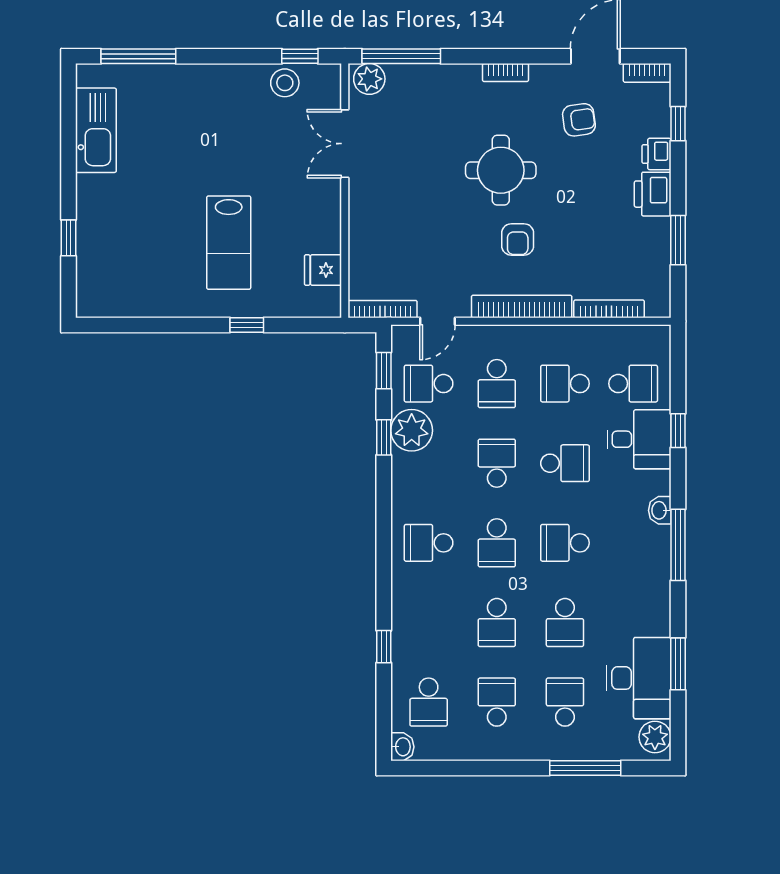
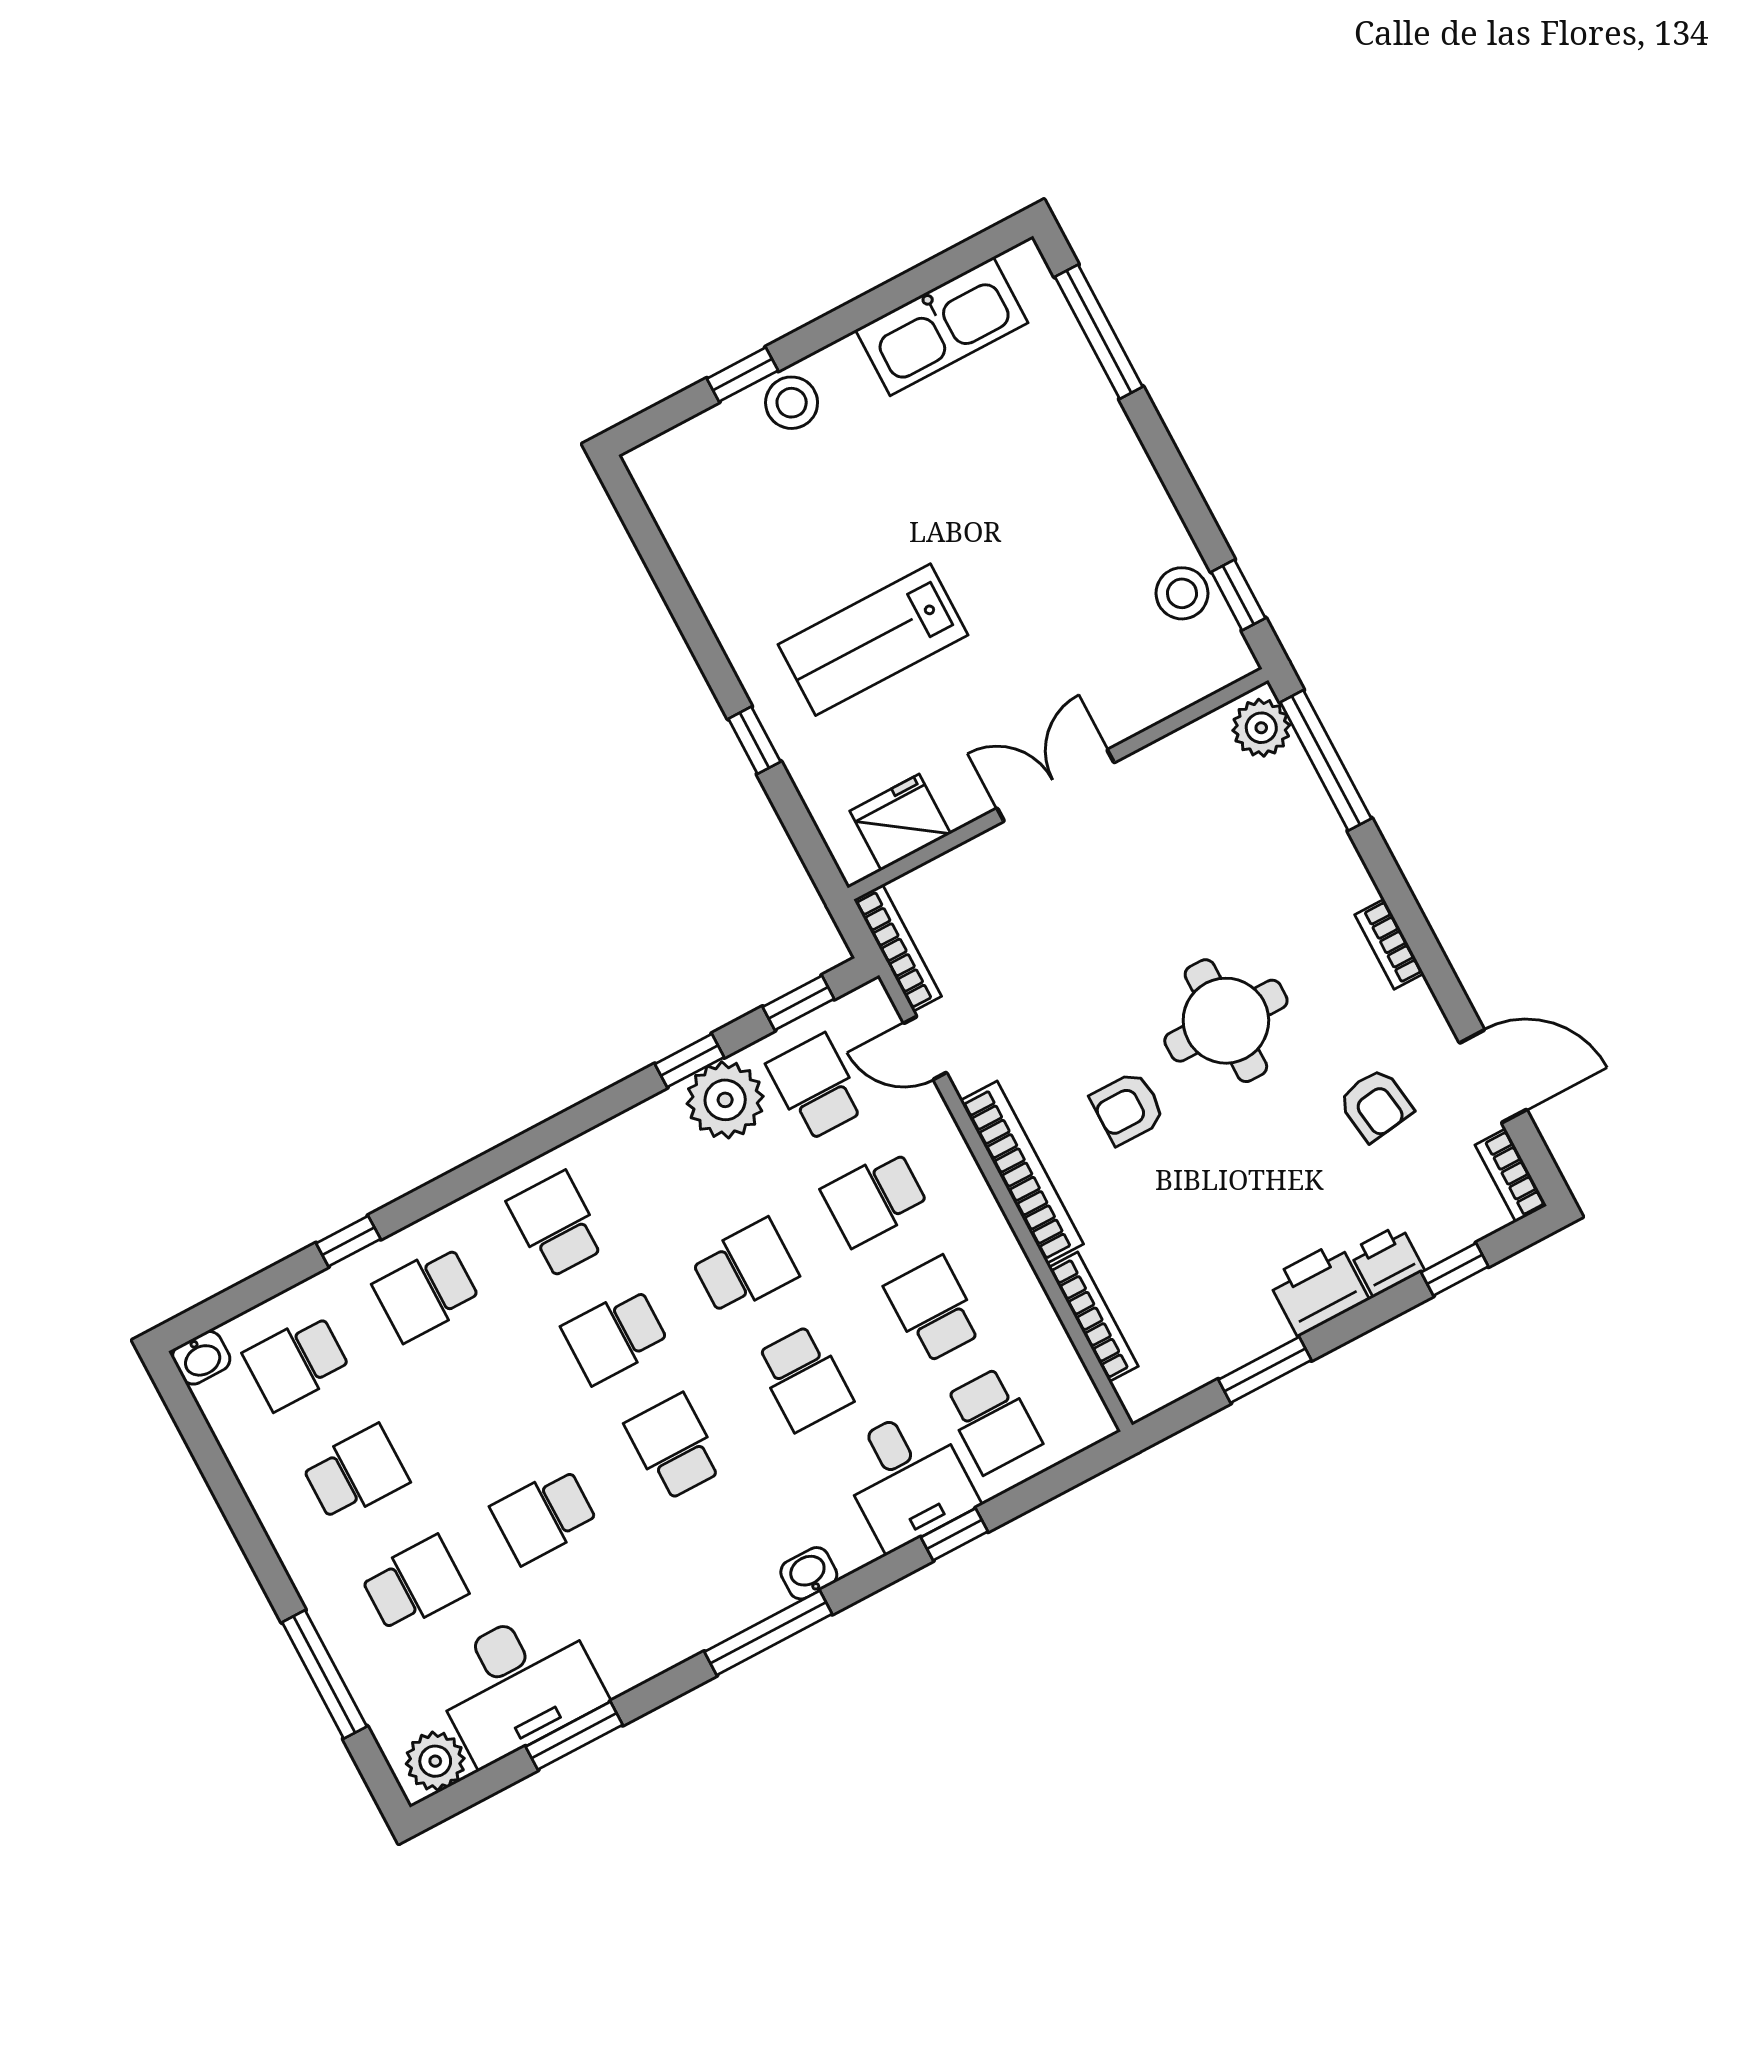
double door: (345, 144) -> (1056, 785), moved
stool: (94, 222) -> (792, 403), added
fridge: (323, 270) -> (900, 822), width x1.38
school desk: (497, 622) -> (427, 1293), moved

